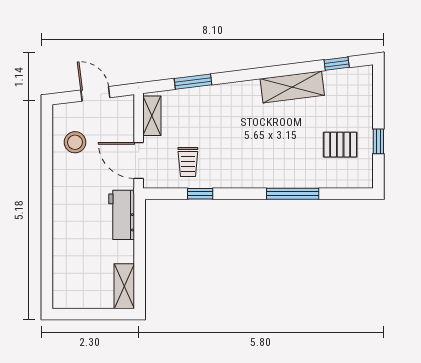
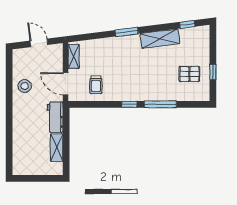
window: (193, 82) -> (127, 32), moved
stool: (75, 142) -> (25, 86), moved
window: (200, 194) -> (129, 104), moved
shelving: (124, 286) -> (57, 147), moved

